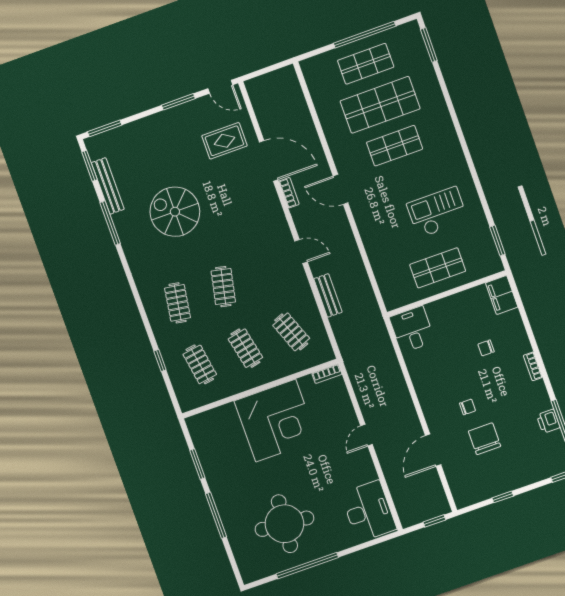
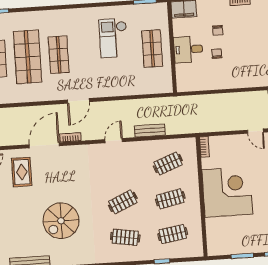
clothes rail: (223, 287) -> (123, 202), turned -36
desk: (412, 329) -> (188, 49), moved
chair: (468, 407) -> (217, 54), moved

